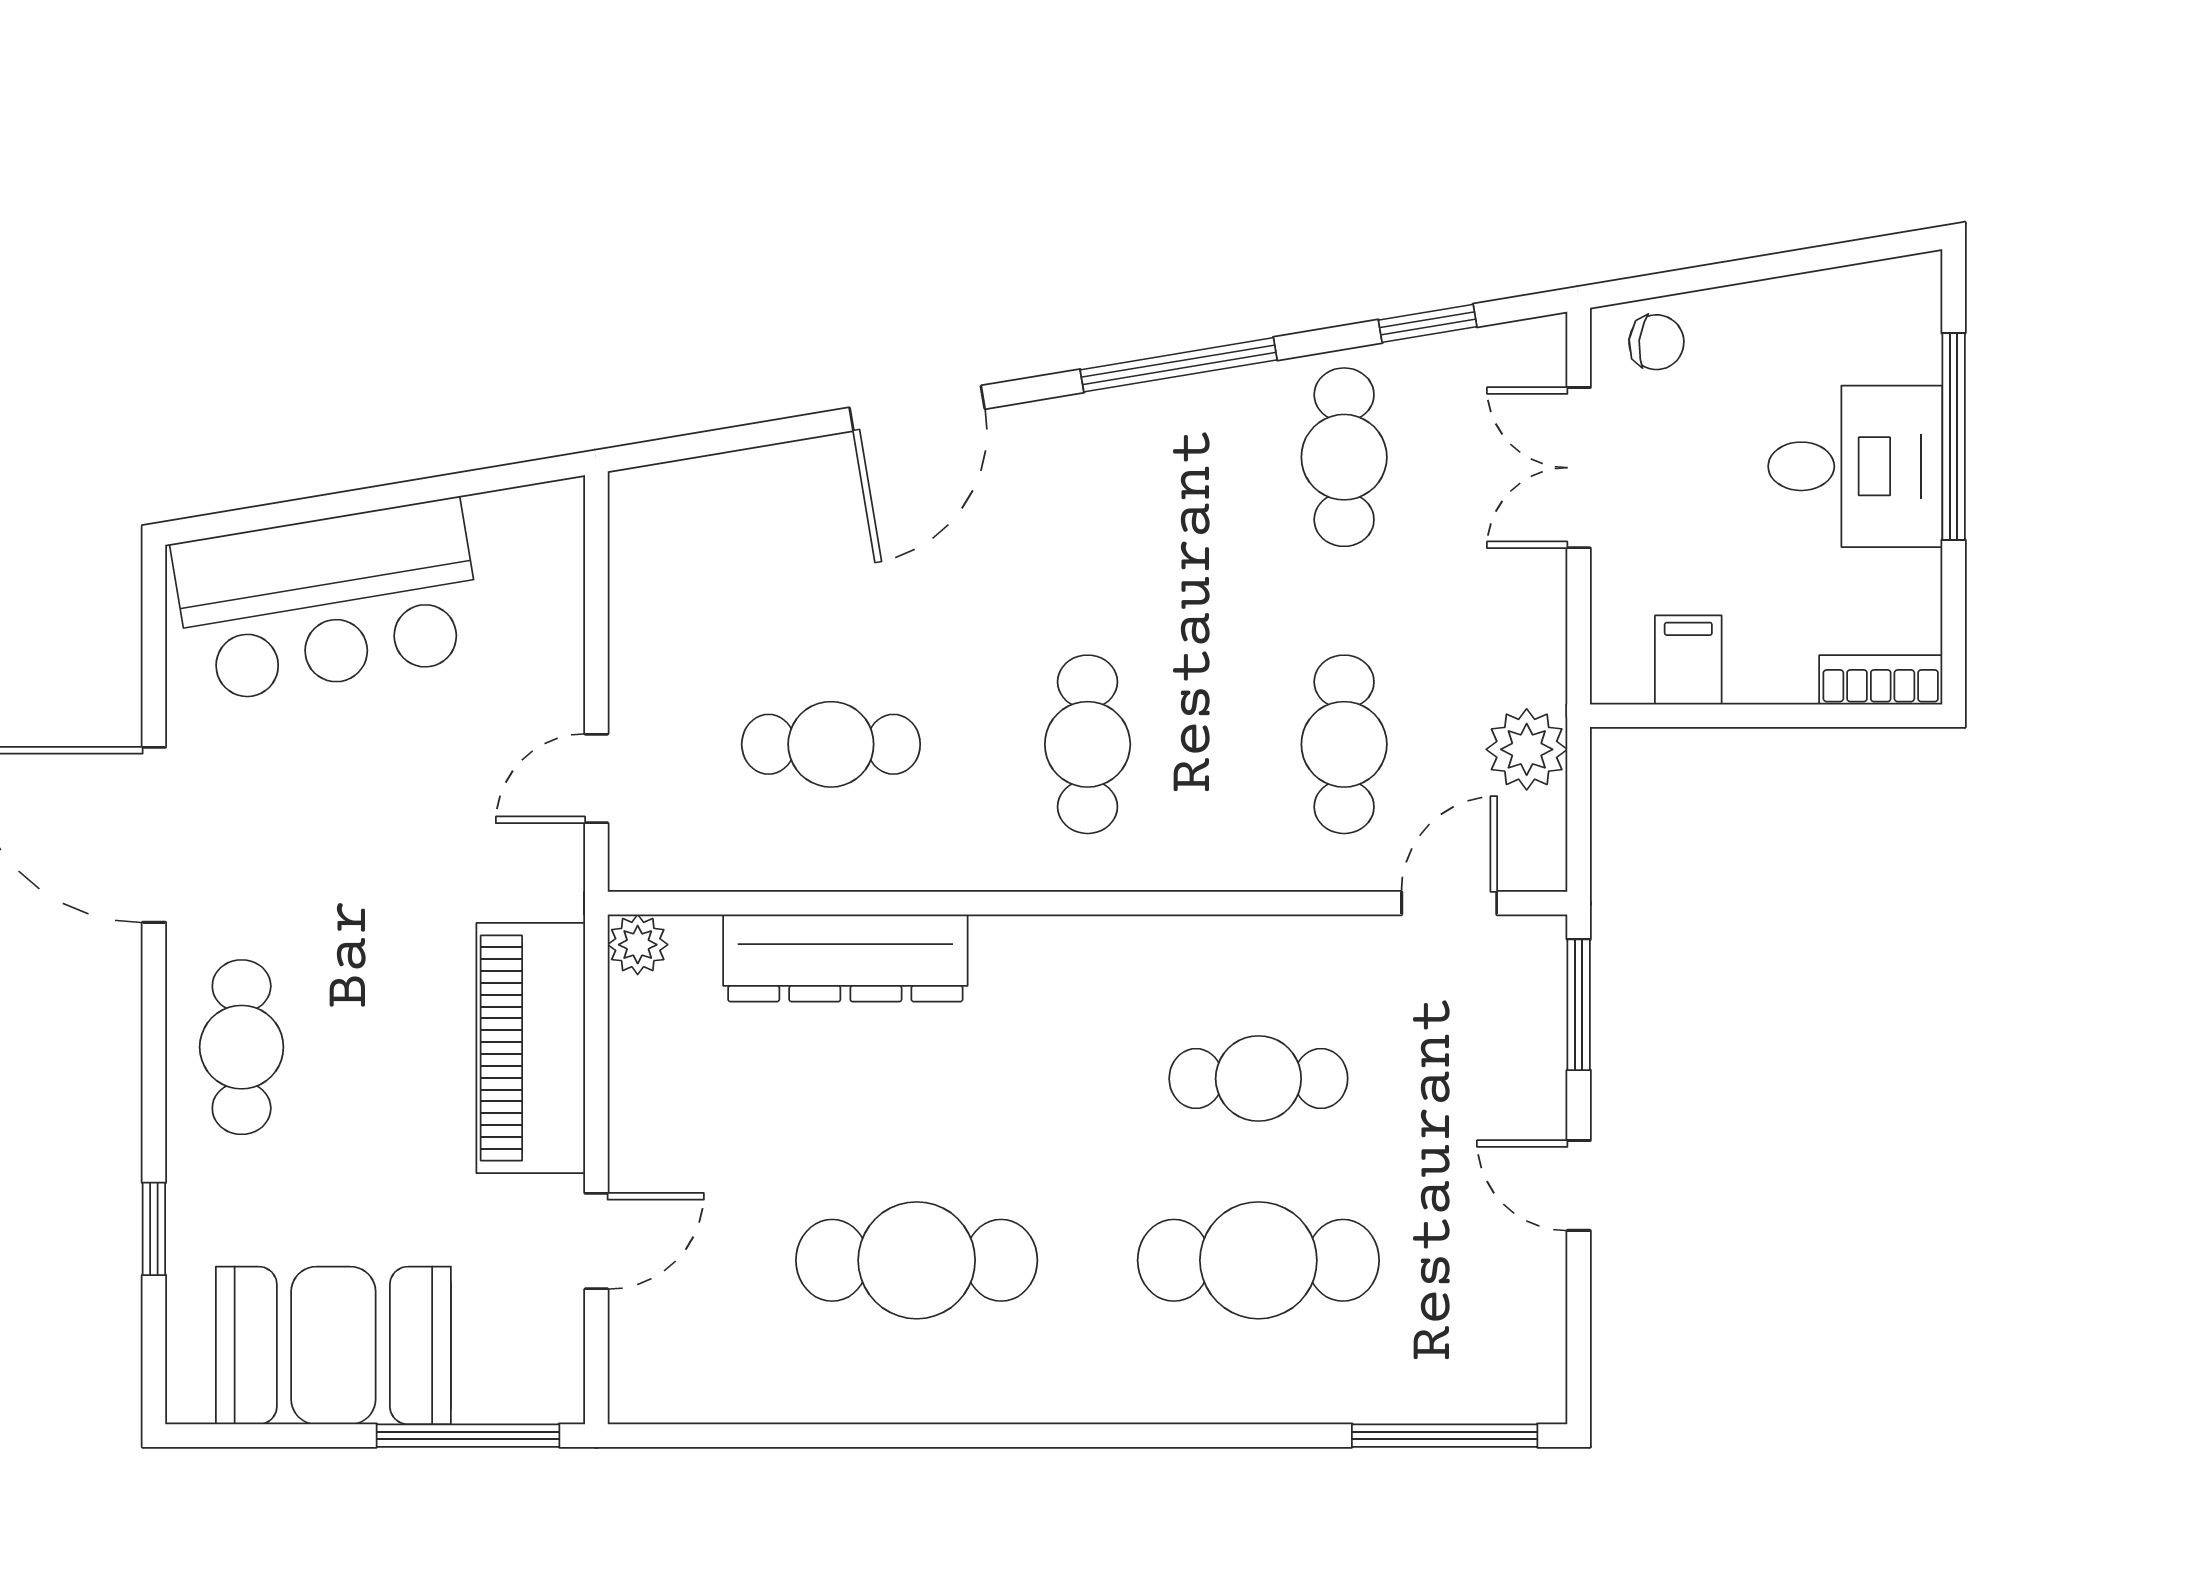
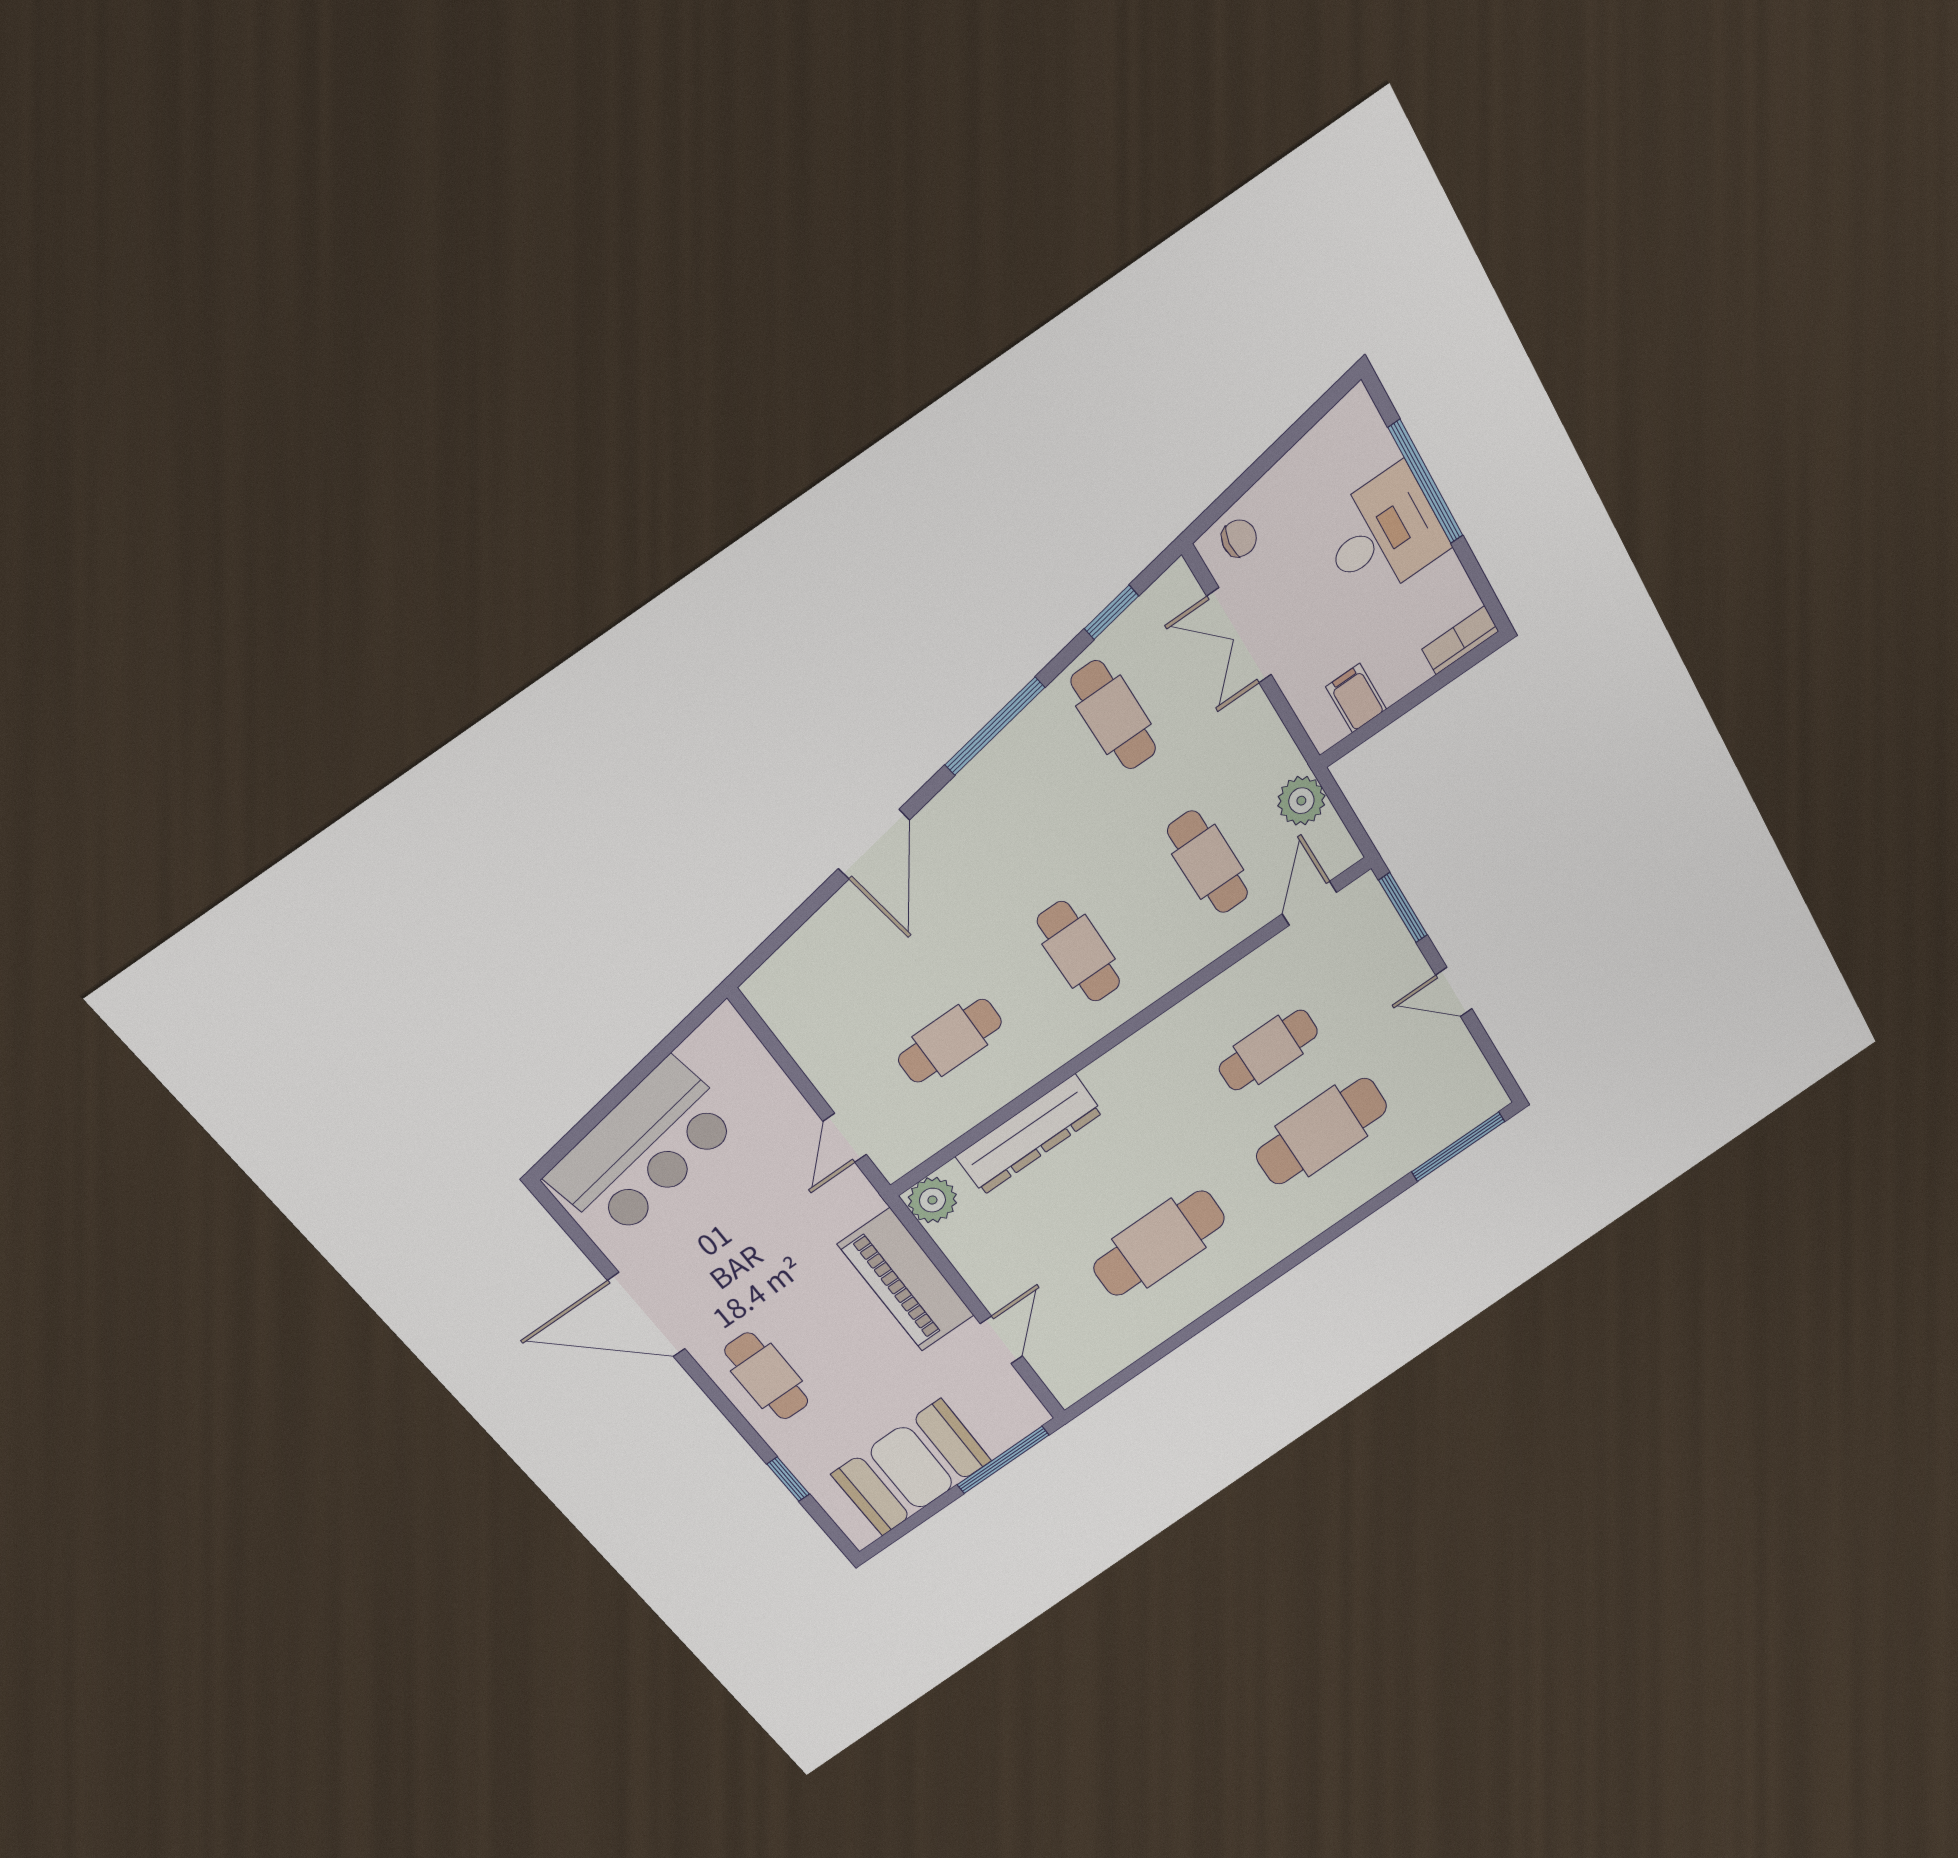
plant: (638, 945) -> (932, 1200), width x1.38, depth x1.38

